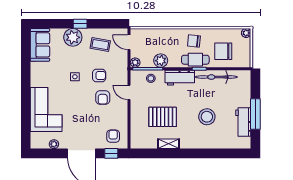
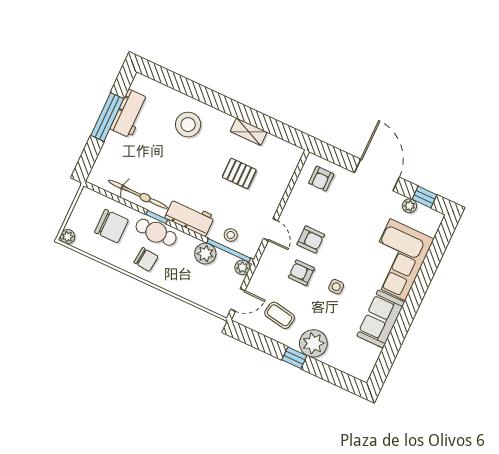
door: (129, 42) -> (238, 300), hinge flipped
sofa: (40, 45) -> (381, 319), moved
armchair: (103, 98) -> (311, 239), turned 90
pallet: (163, 117) -> (239, 173), width x0.67, depth x0.71
stool: (207, 117) -> (188, 125), moved
window: (111, 153) -> (424, 197), moved

